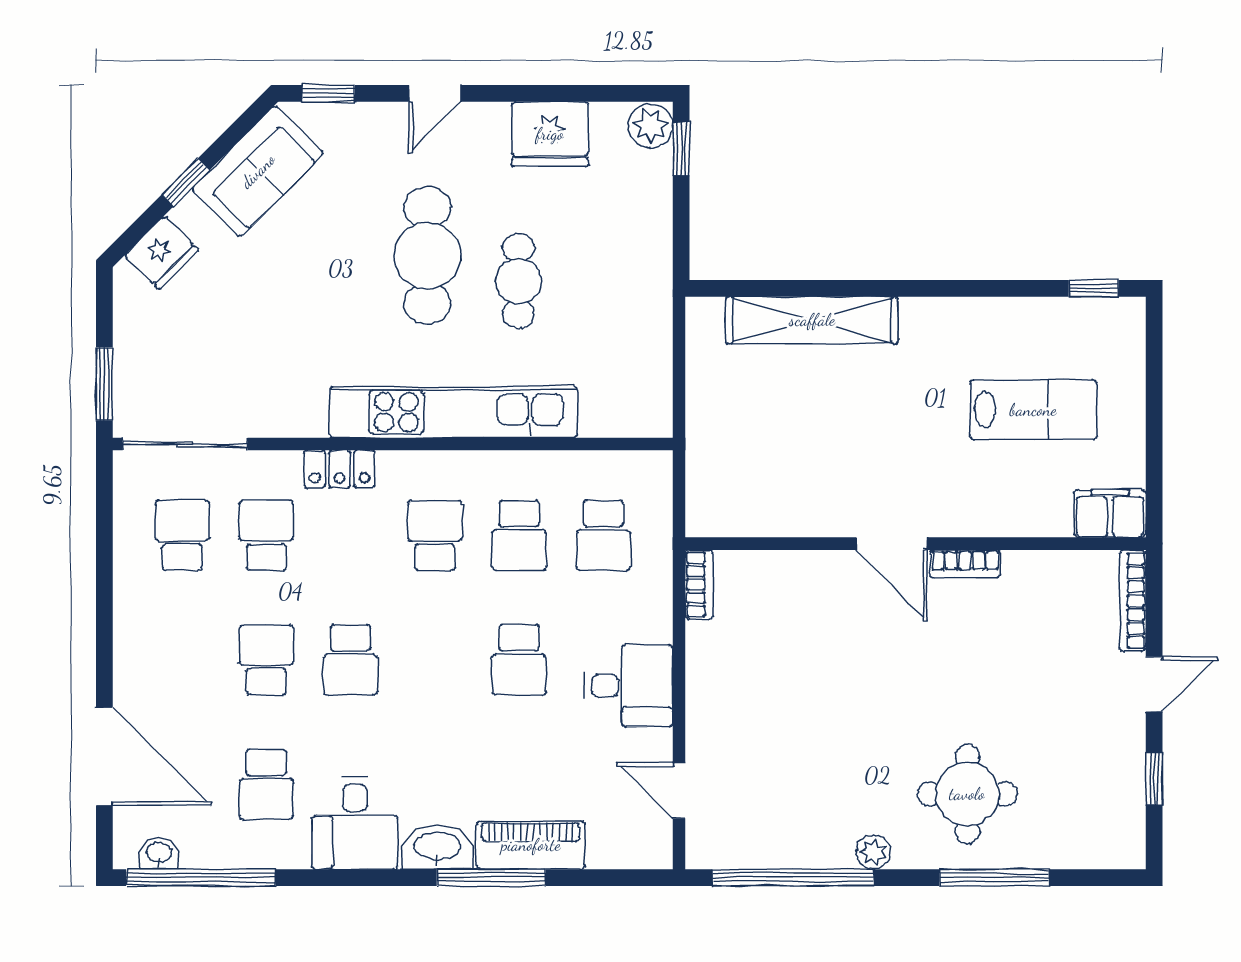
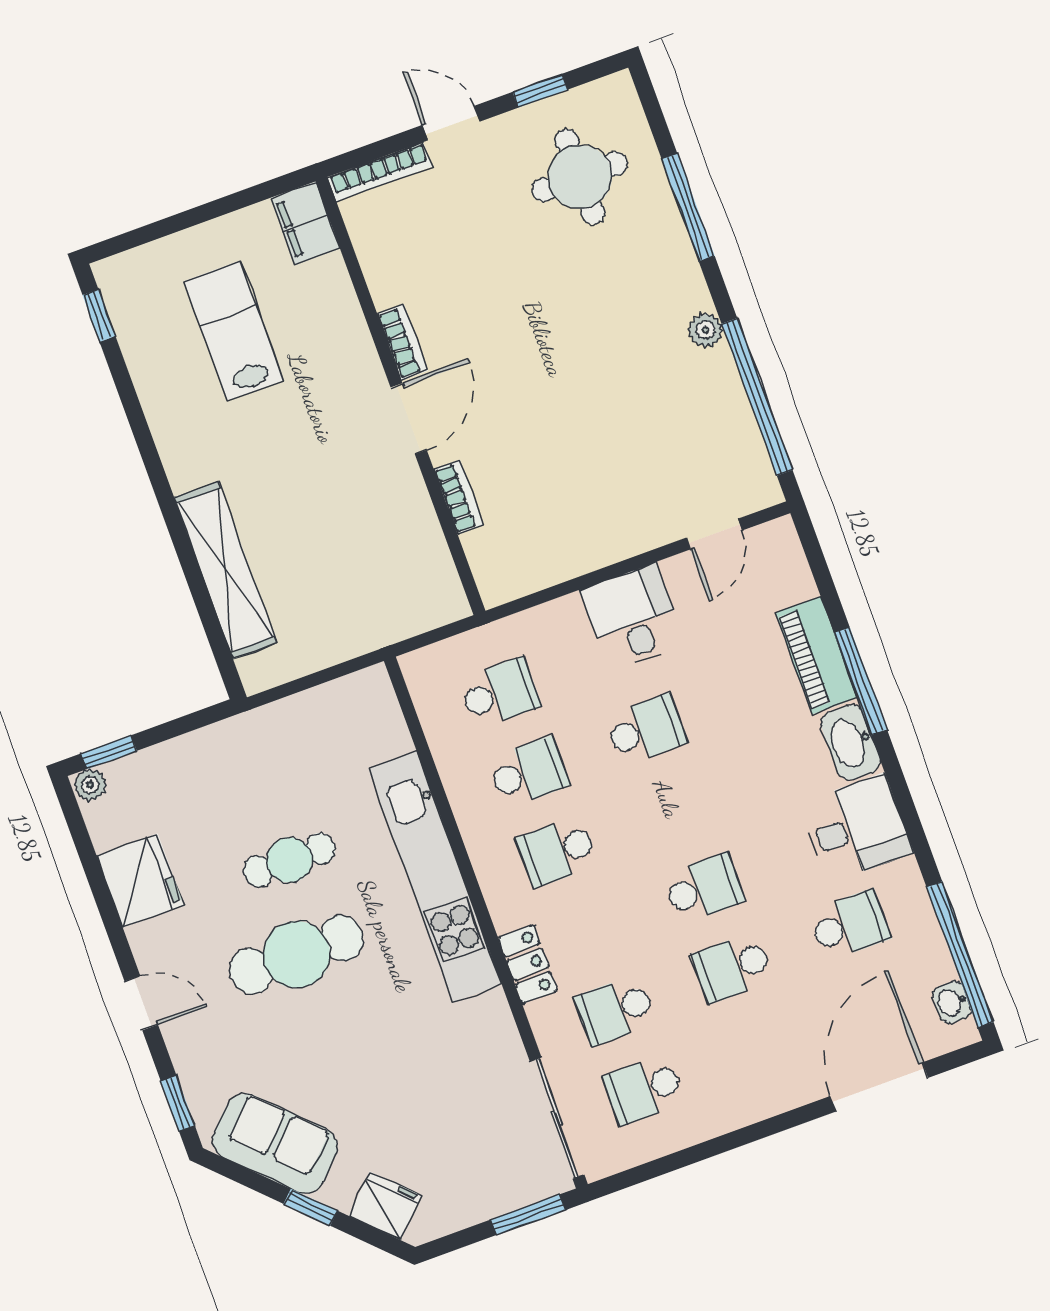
plant: (651, 126) -> (90, 785), width x0.73, depth x0.73
bookcase: (699, 584) -> (459, 497), moved, turned 90
round table: (967, 794) -> (580, 177), moved

